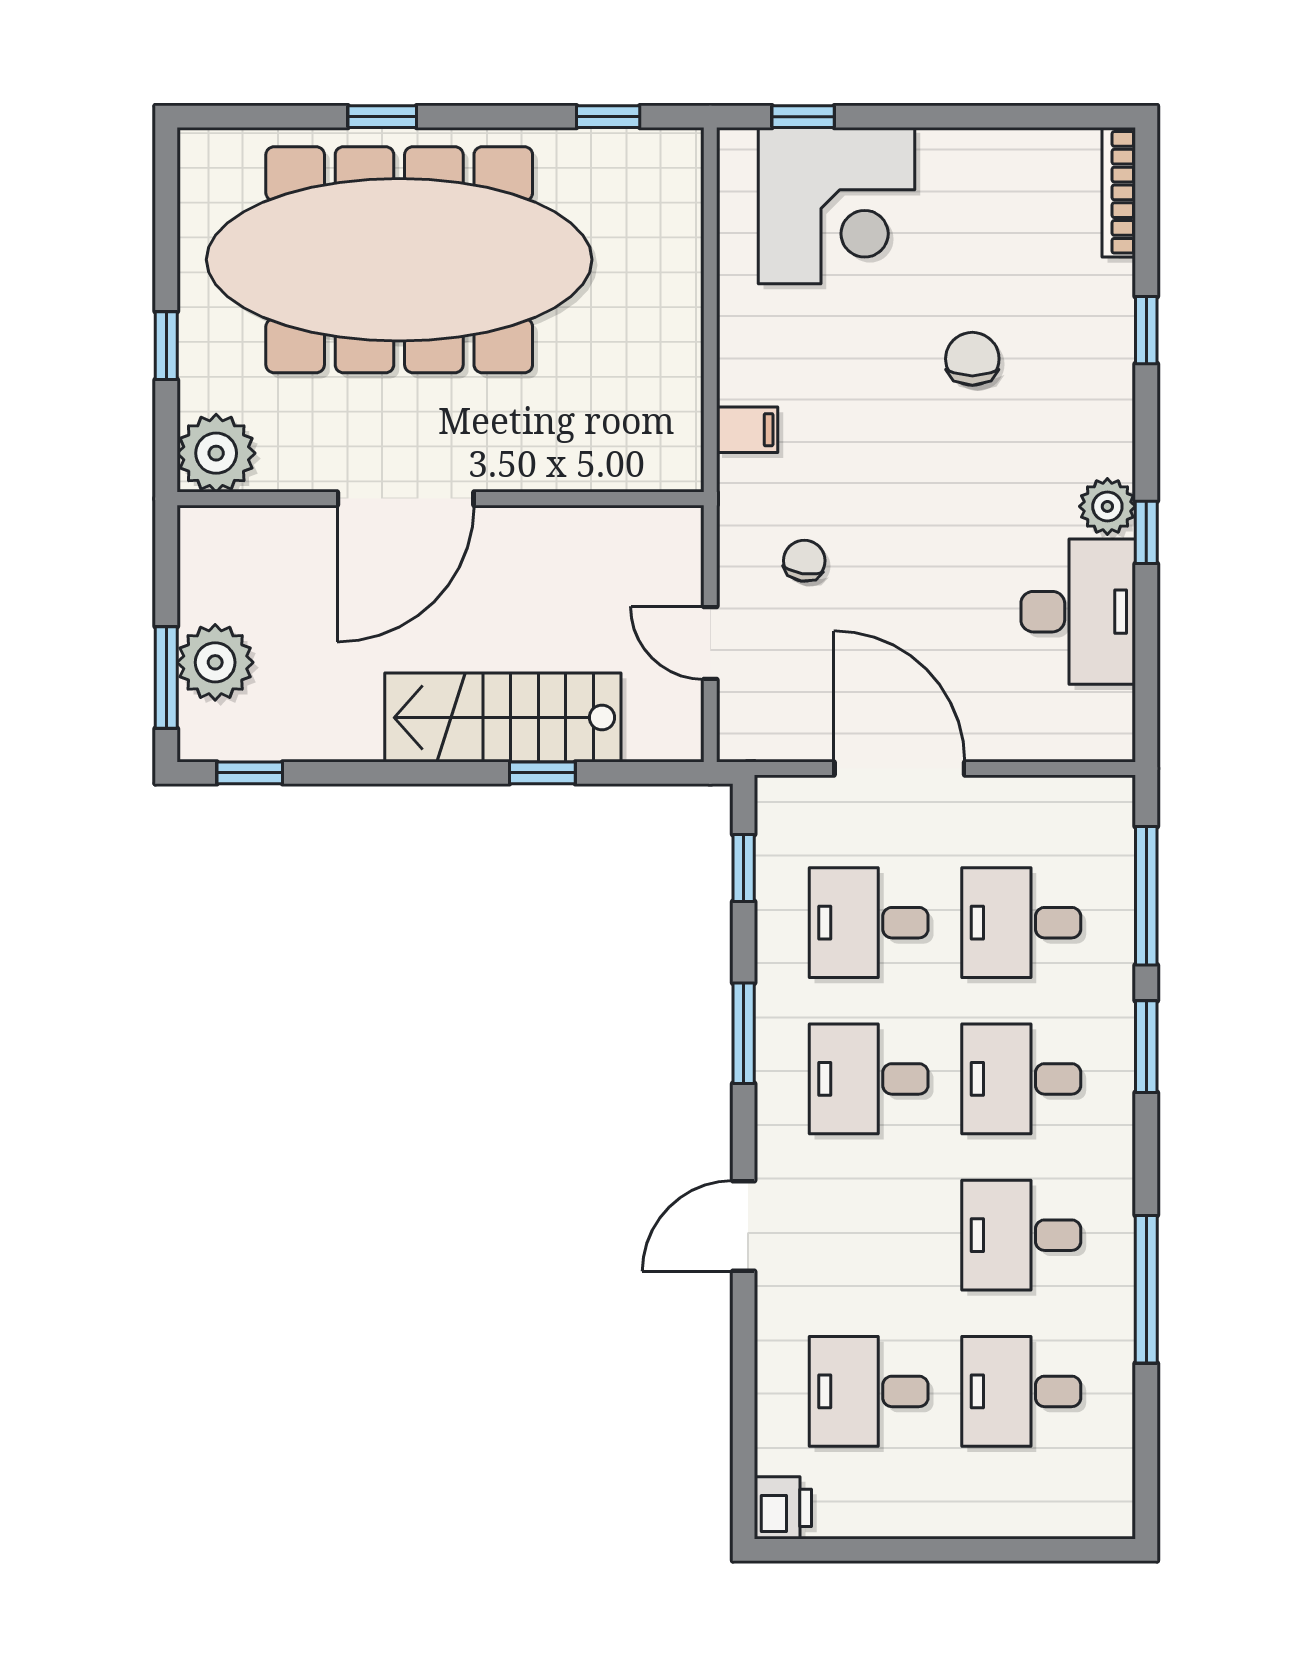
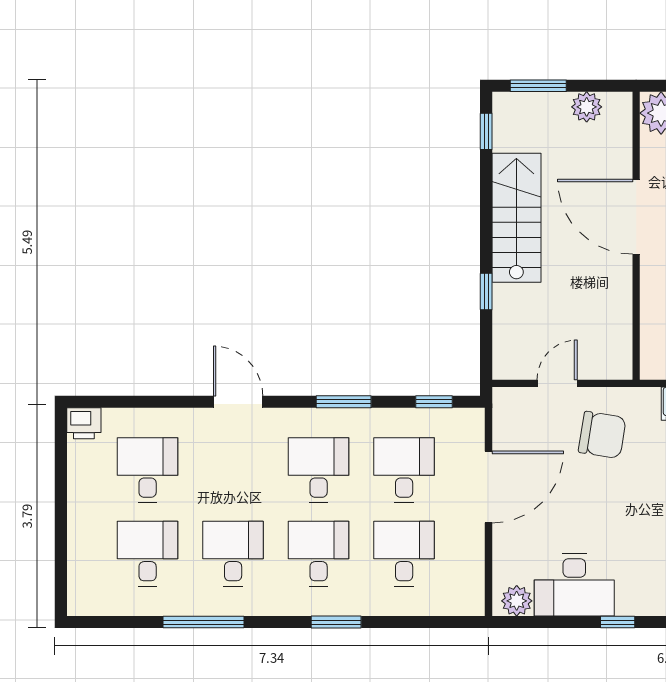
plant: (1107, 506) -> (517, 601), moved
chair: (804, 561) -> (602, 435), width x1.87, depth x1.87
plant: (215, 662) -> (587, 107), moved, width x0.73, depth x0.73
stairs: (503, 718) -> (516, 218), moved
window: (1146, 896) -> (419, 622), removed

